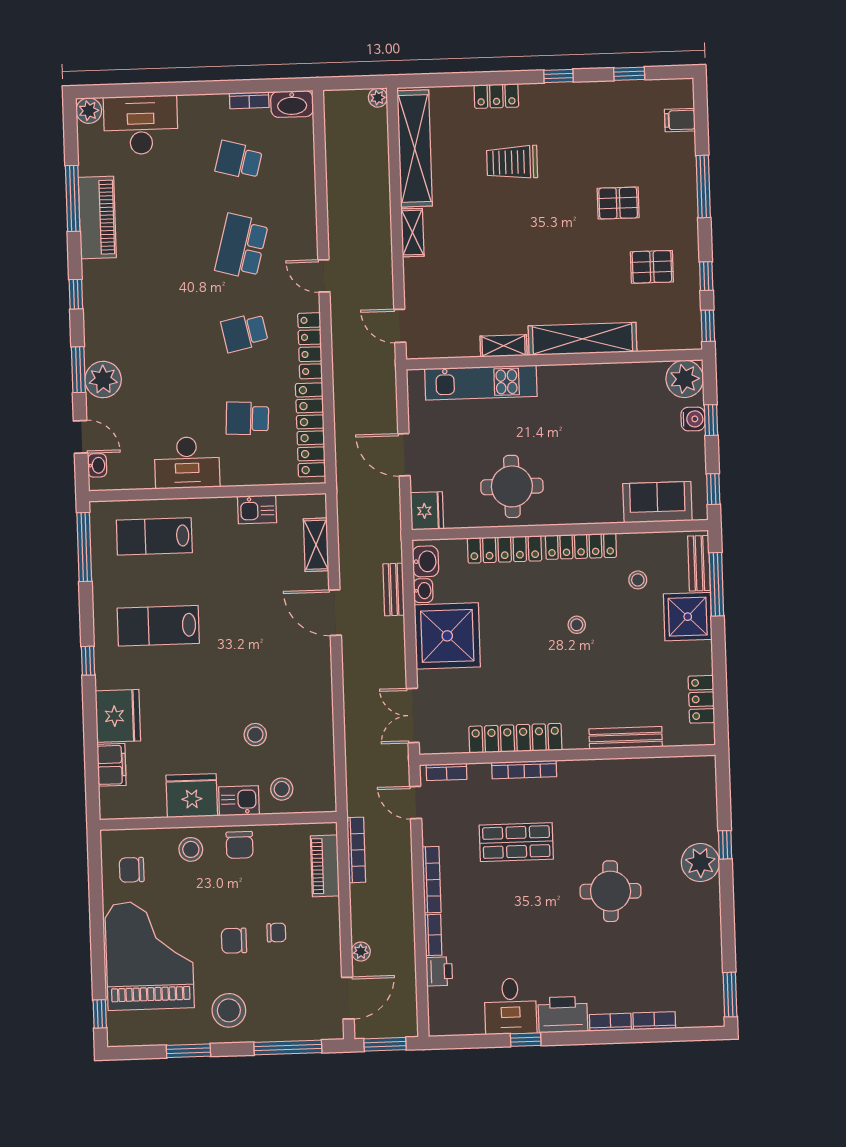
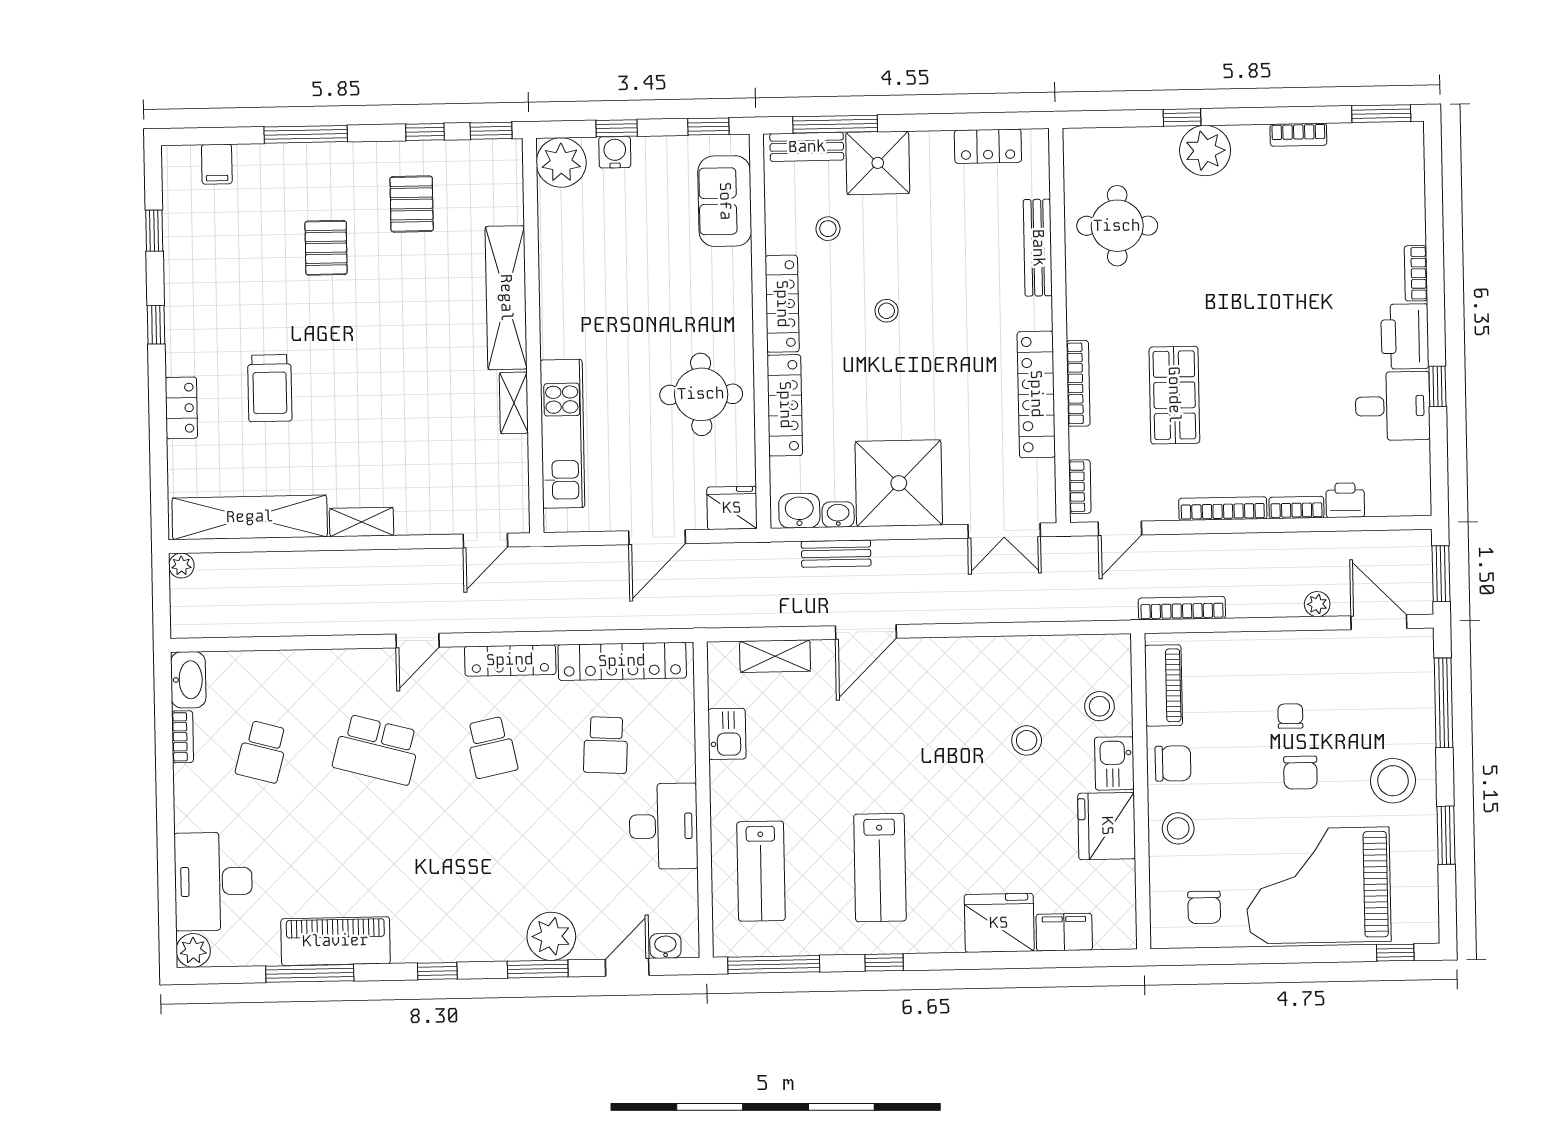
window: (88, 661) -> (884, 962), moved
piano: (325, 866) -> (1163, 685), moved, turned -90
round table: (611, 891) -> (1117, 226), moved
bookcase: (654, 1021) -> (1298, 135), moved, turned -90

